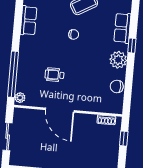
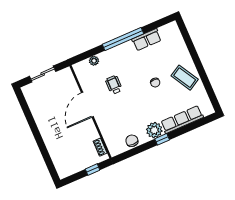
row of seats: (122, 28) -> (182, 120), width x1.48
window: (132, 46) -> (162, 139), moved
window: (13, 74) -> (123, 39), moved
plant: (20, 98) -> (94, 61), moved

